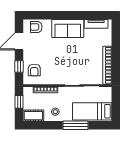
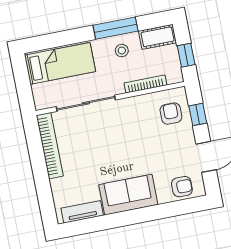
window: (75, 125) -> (116, 28), moved

